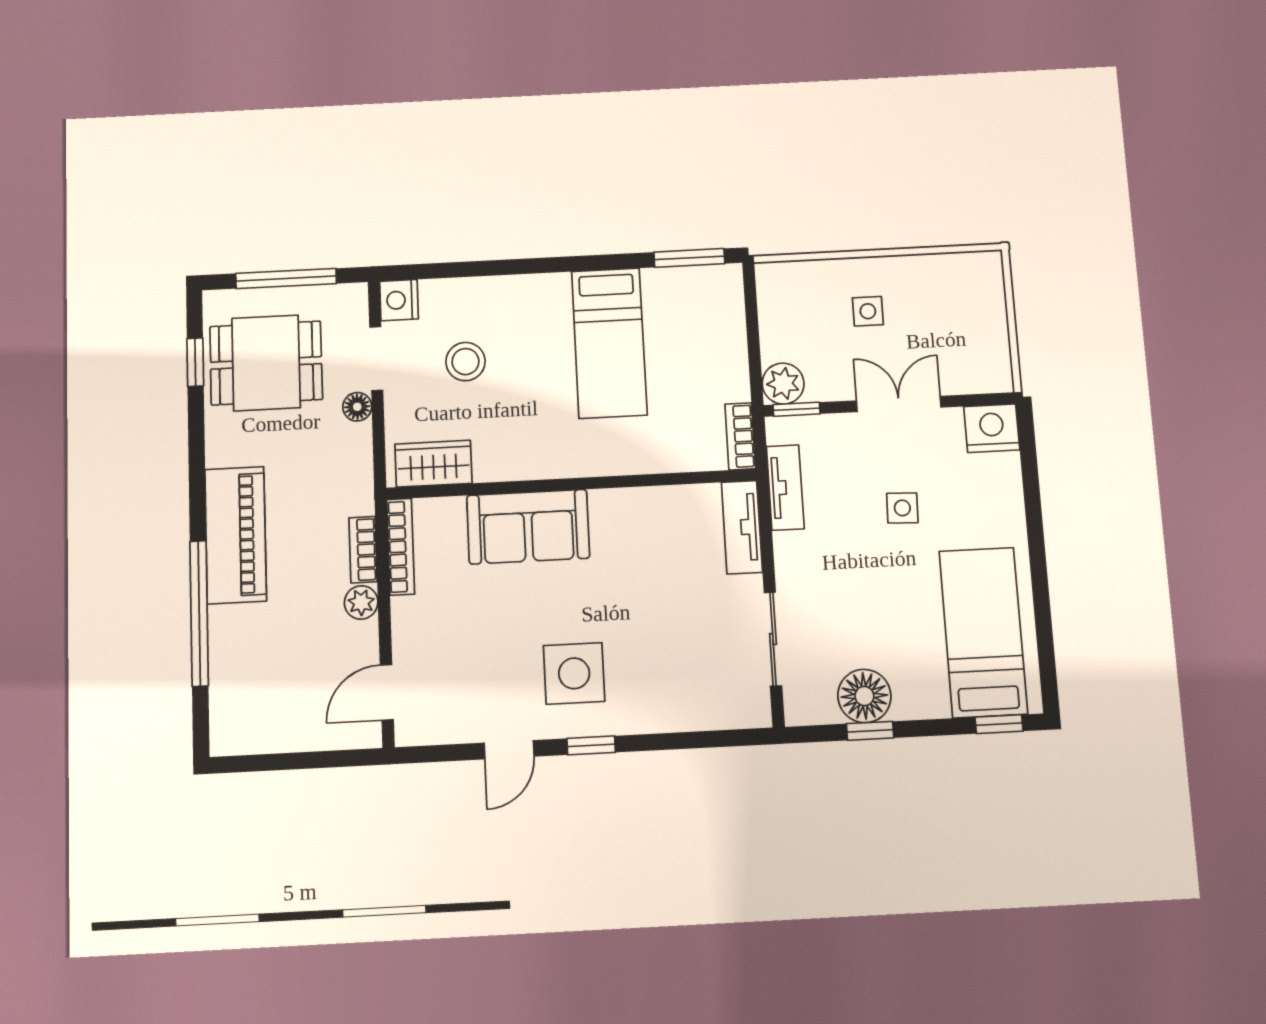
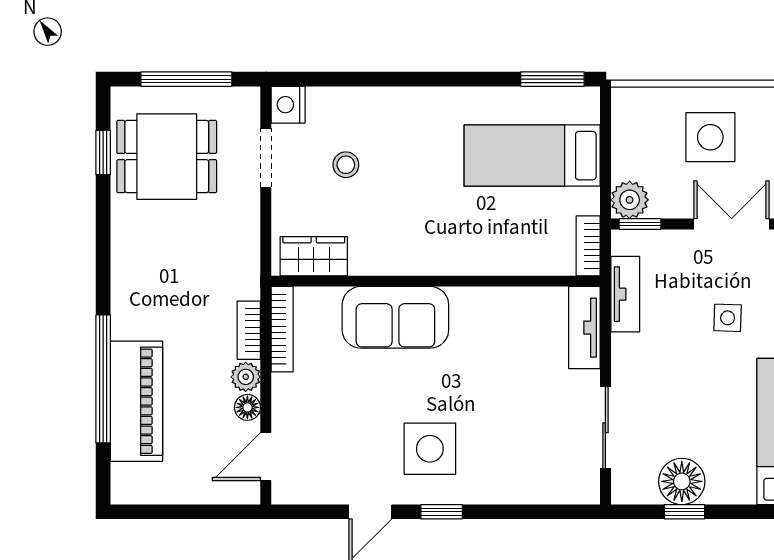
side table: (868, 311) -> (710, 137), width x1.87, depth x1.87
bed: (609, 343) -> (532, 156), moved, turned 90
stool: (465, 362) -> (346, 165), width x0.73, depth x0.73
floor lamp: (357, 407) -> (247, 407), moved
piano: (236, 535) -> (136, 401), moved

